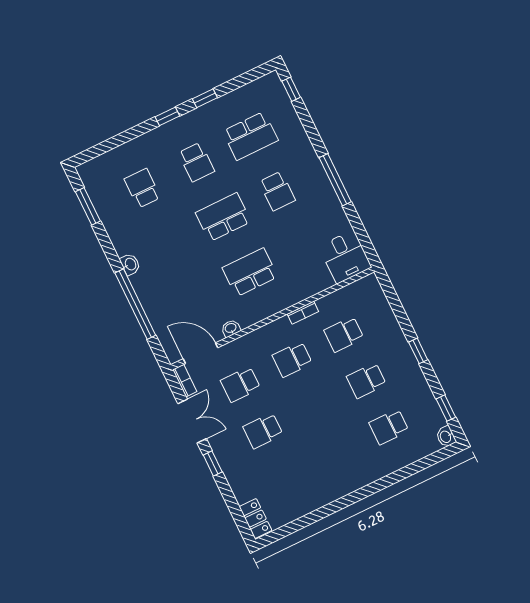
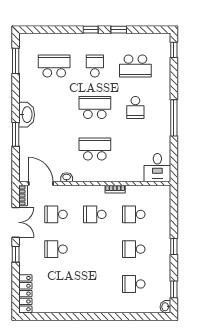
school desk: (196, 162) -> (95, 66), turned 180
school desk: (142, 188) -> (54, 66), width x1.85
washbasin: (130, 264) -> (27, 115), width x1.91, depth x1.45
window: (135, 304) -> (16, 134), width x0.47
locker: (256, 519) -> (25, 294), width x1.53

